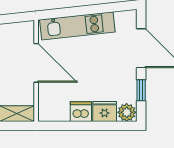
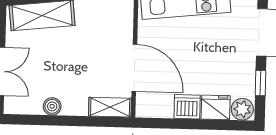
door: (36, 63) -> (134, 68), moved

